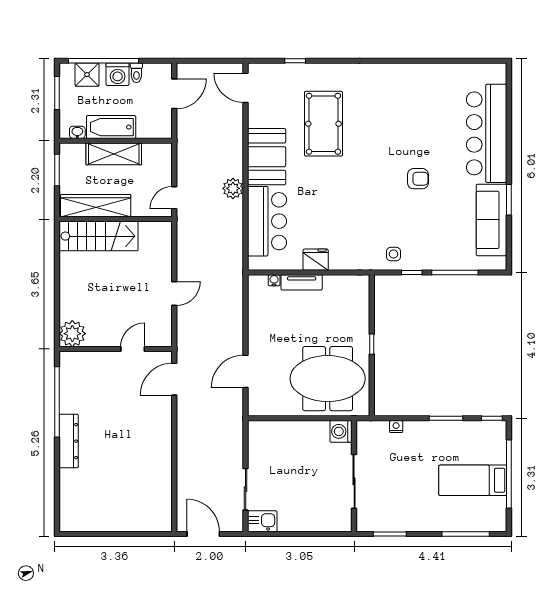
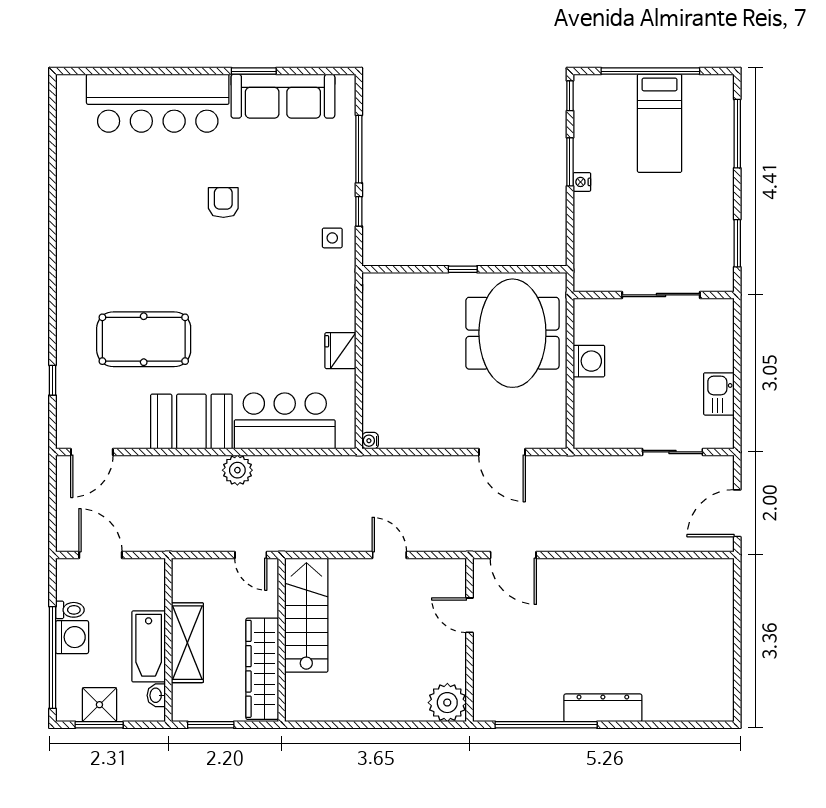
shower: (87, 75) -> (99, 705), moved
stairs: (99, 236) -> (306, 615), moved
water cooler: (274, 280) -> (370, 441), moved
tv unit: (302, 282) -> (373, 371), removed
nightstand: (396, 427) -> (582, 182), moved
washing machine: (341, 431) -> (589, 361), moved, turned -90
kitchen sink: (262, 521) -> (719, 394), moved

